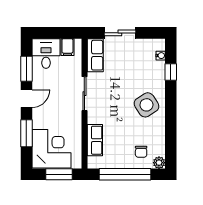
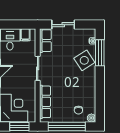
window: (171, 72) -> (100, 53), width x2.17
side table: (146, 105) -> (84, 60), moved
row of seats: (95, 140) -> (45, 102), width x1.48

